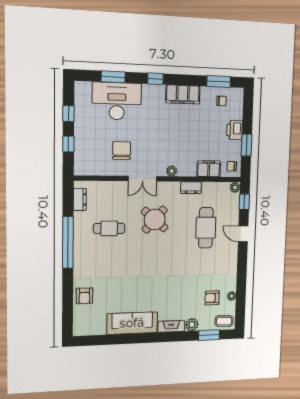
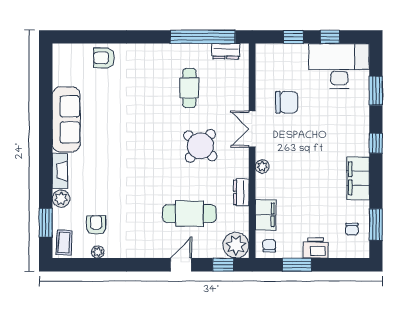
desk: (117, 101) -> (339, 66), moved, turned -90
plant: (235, 187) -> (236, 245), width x1.87, depth x1.87
window: (68, 242) -> (203, 37), moved

